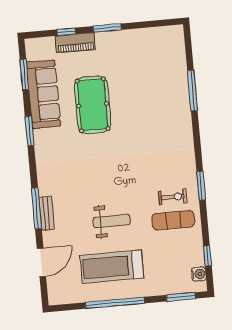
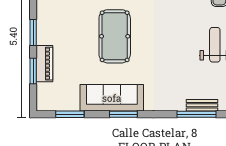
window: (66, 32) -> (33, 71), width x1.50
sofa: (44, 94) -> (112, 98), moved
pool table: (93, 105) -> (115, 36), moved, turned 90

